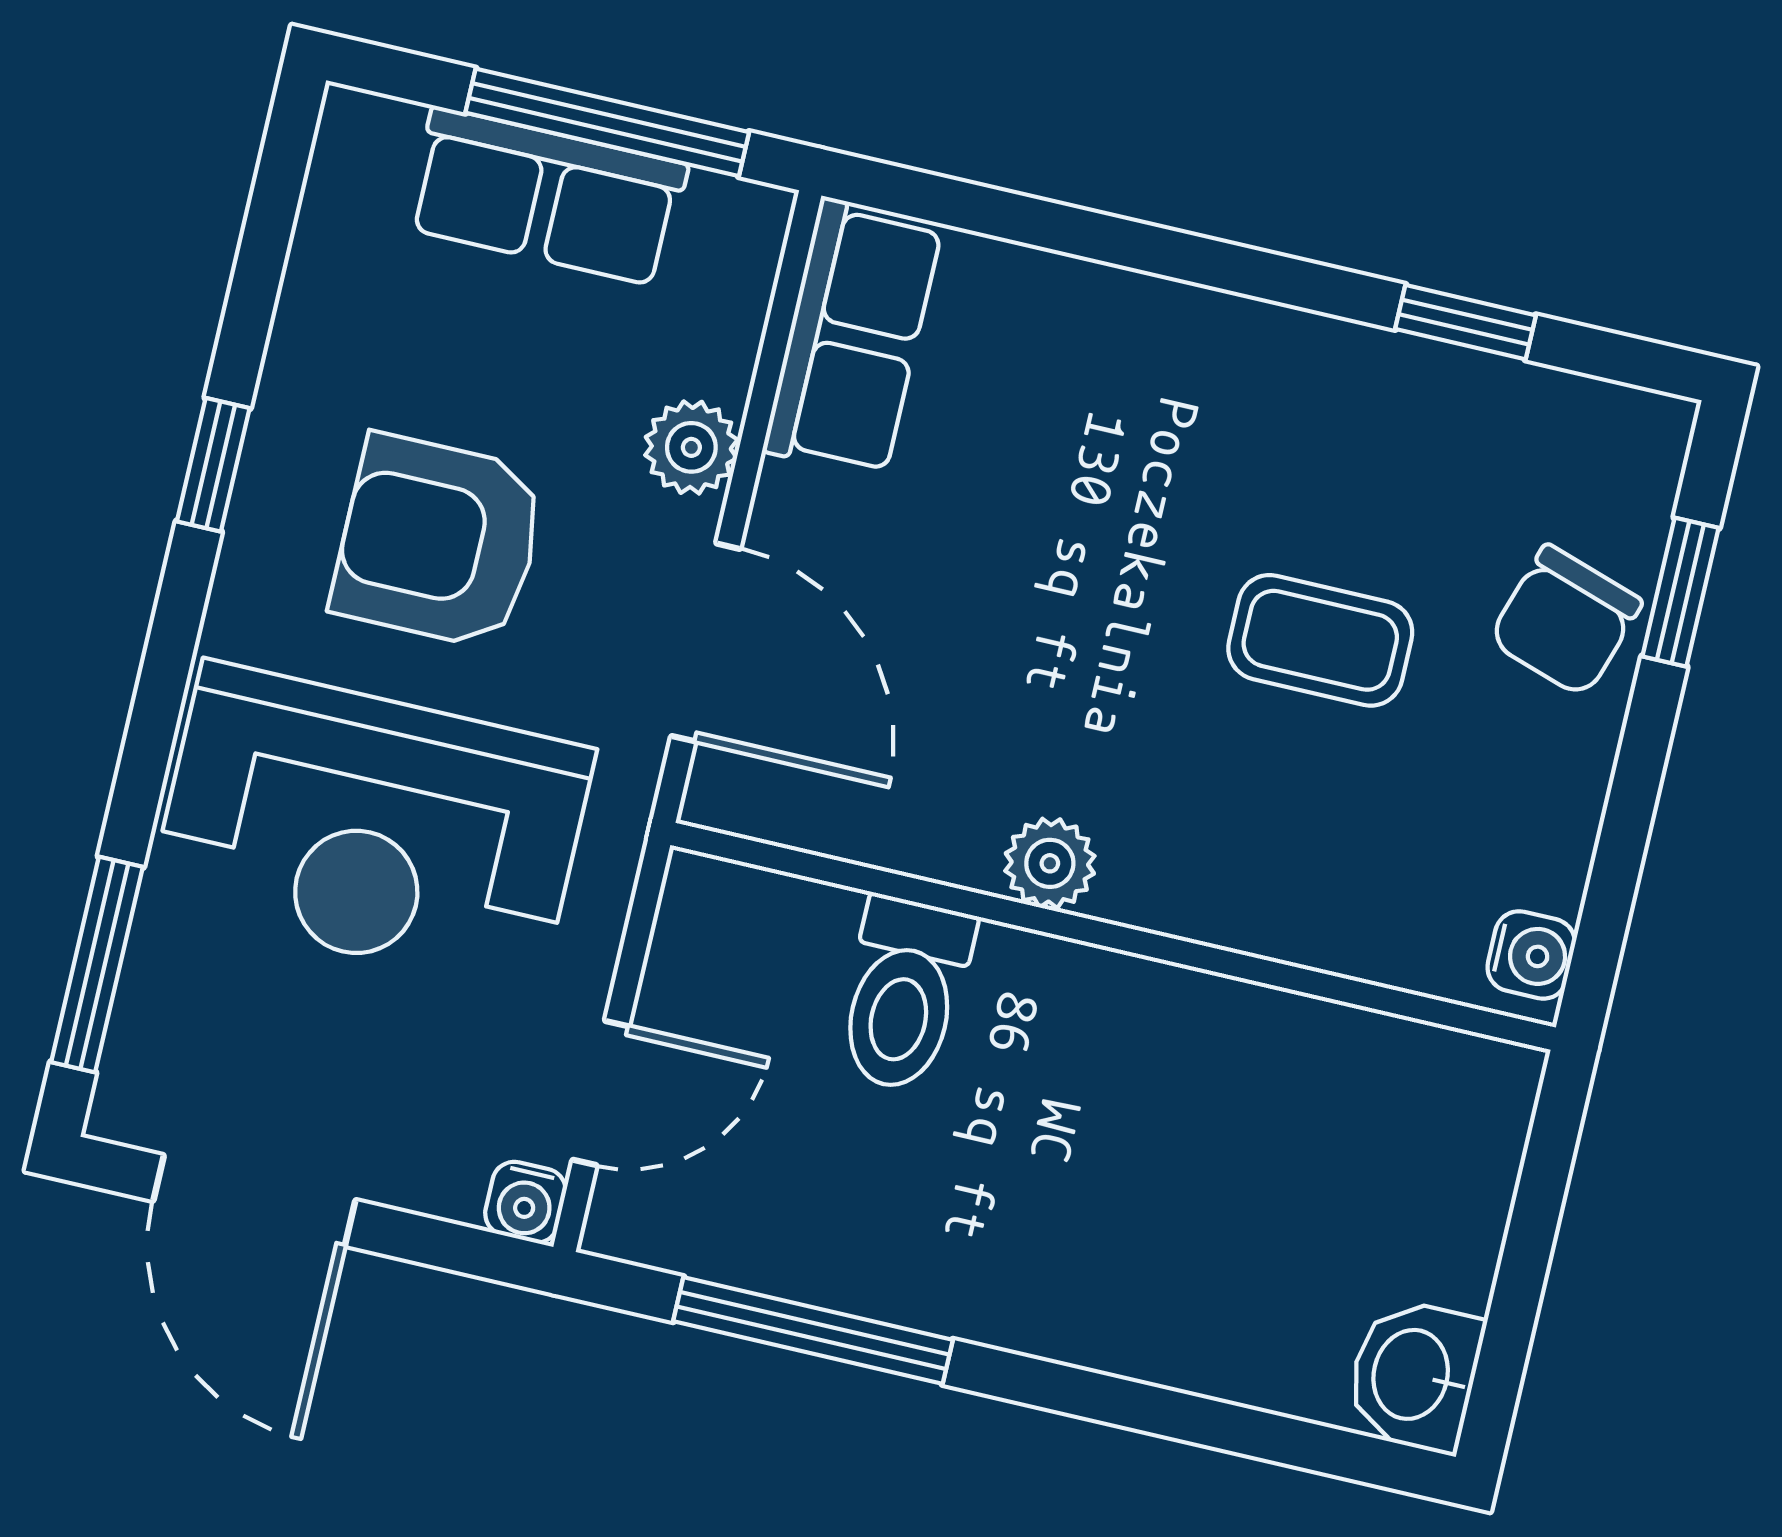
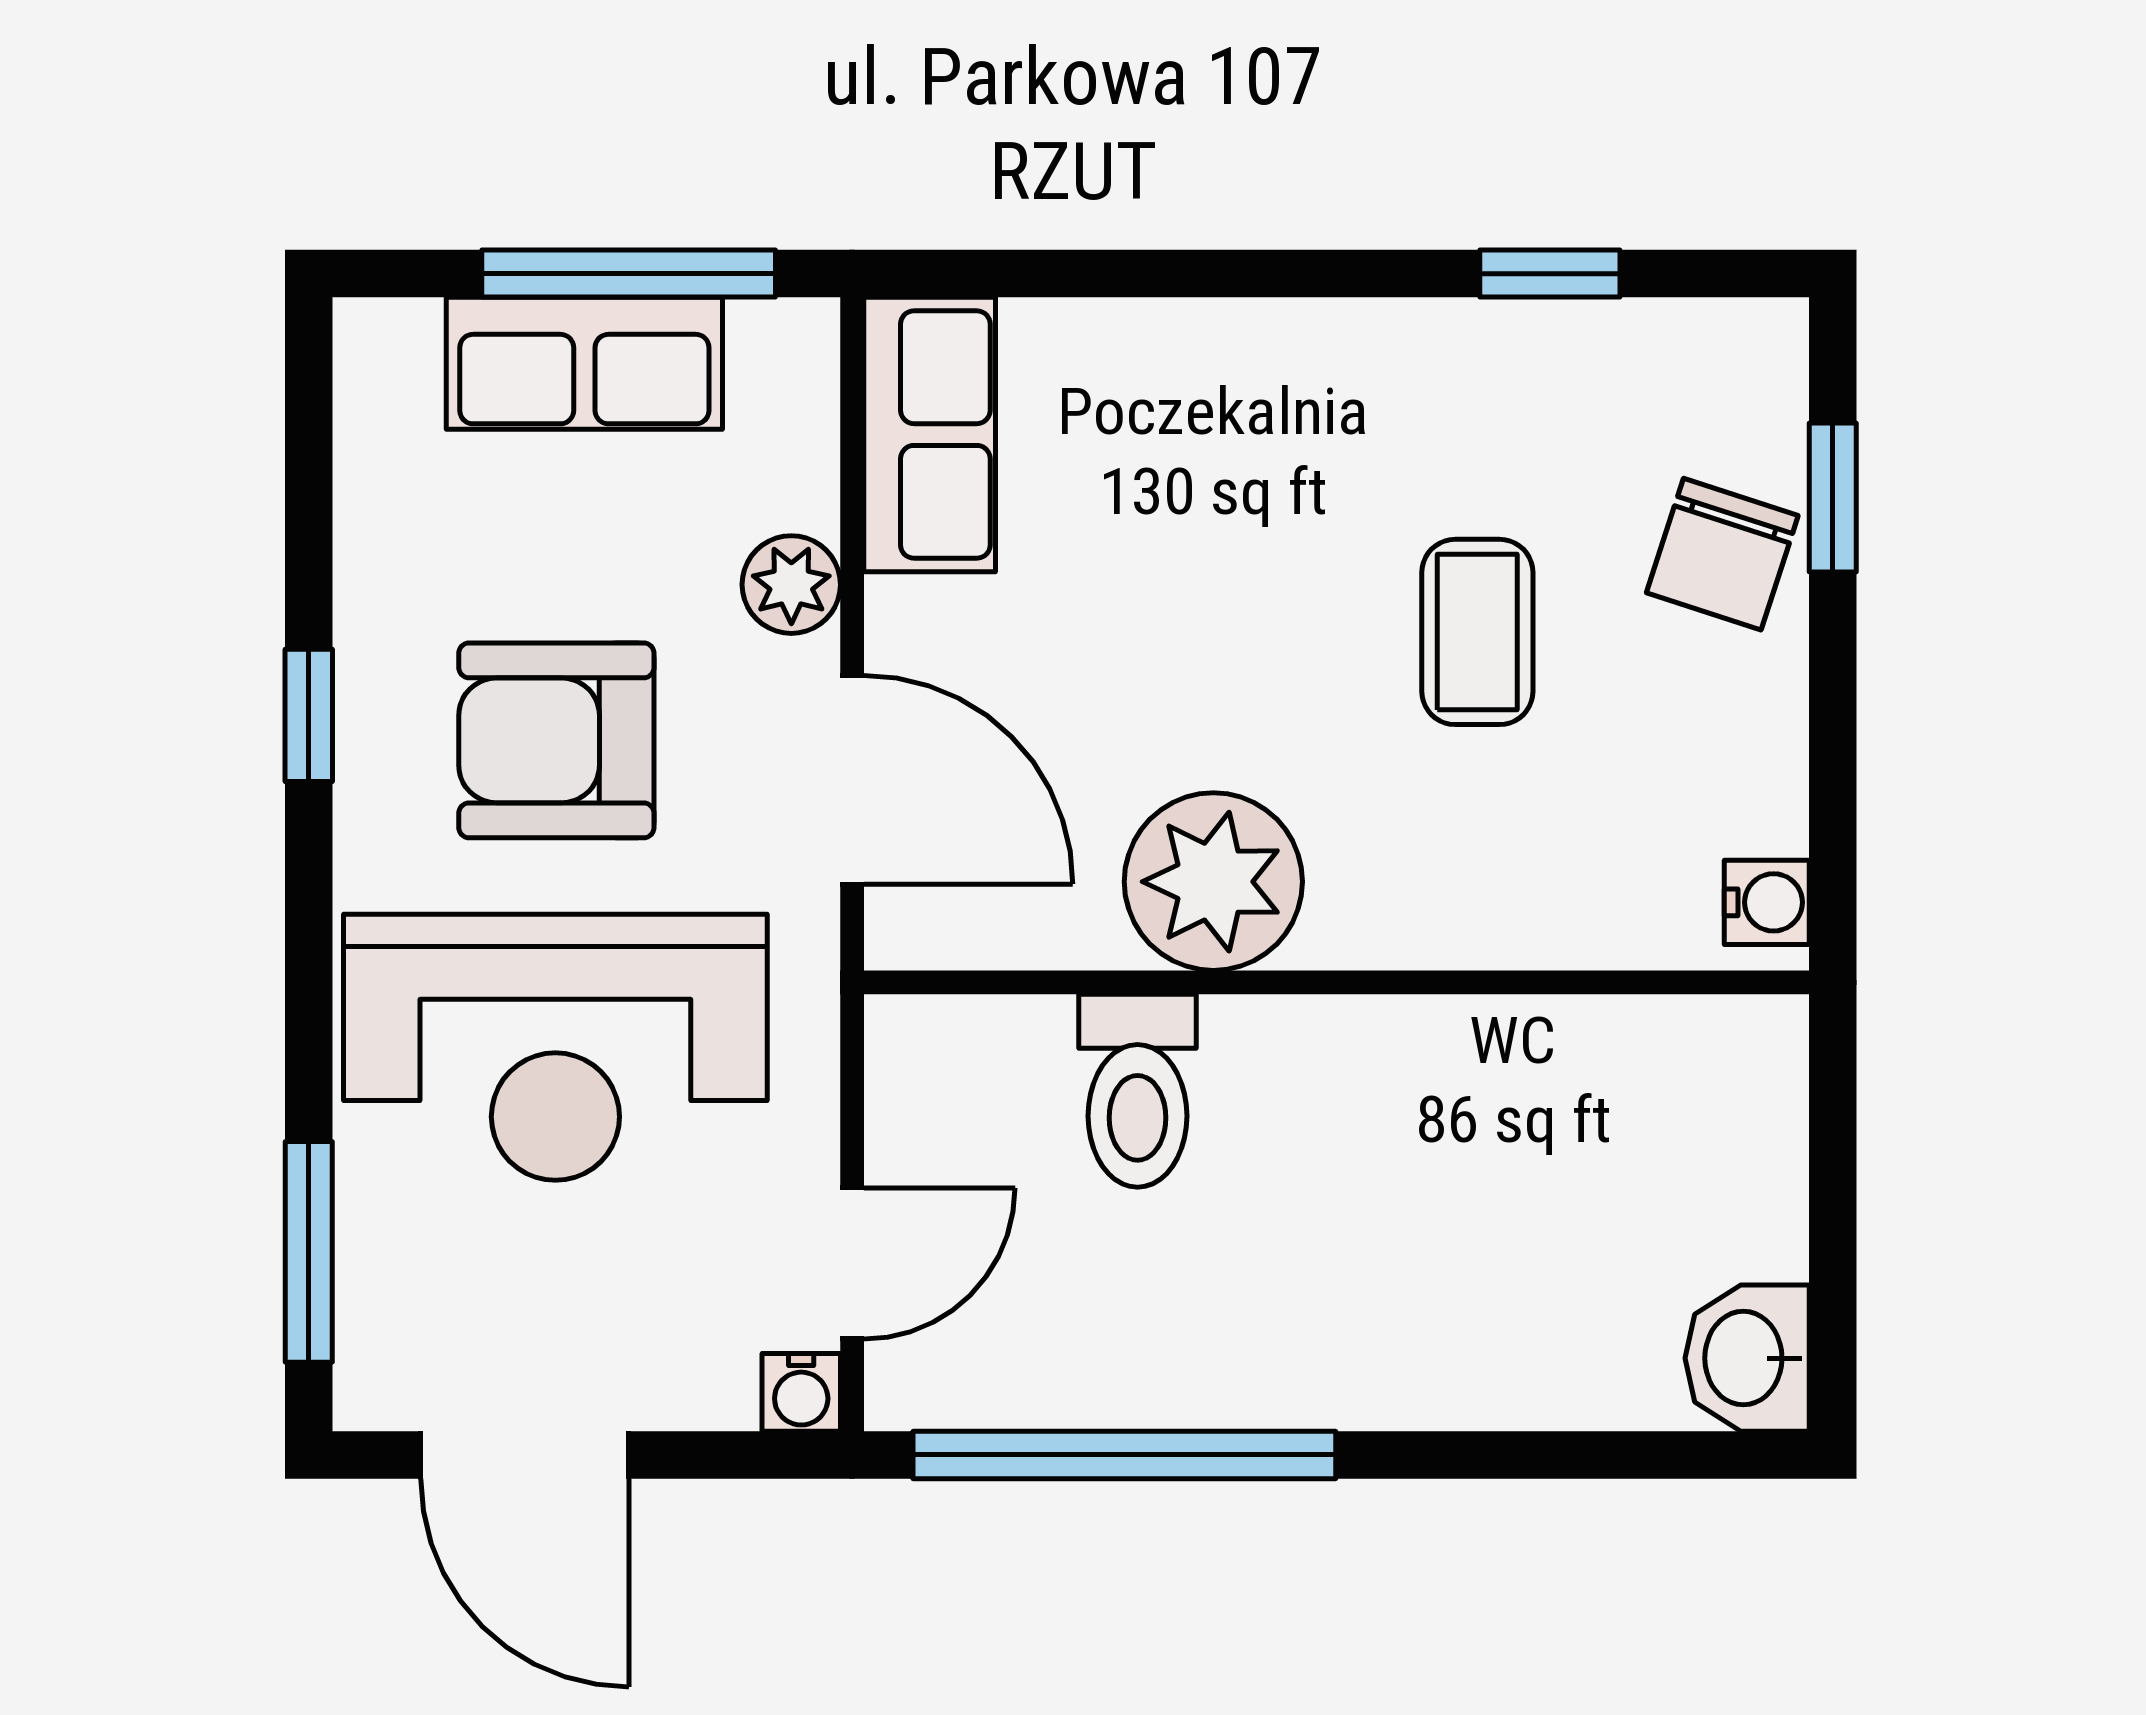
coffee table: (1320, 640) -> (1477, 632), turned 90
plant: (1050, 863) -> (1213, 882), width x1.88, depth x1.88
window: (813, 1331) -> (1124, 1455), width x1.46

